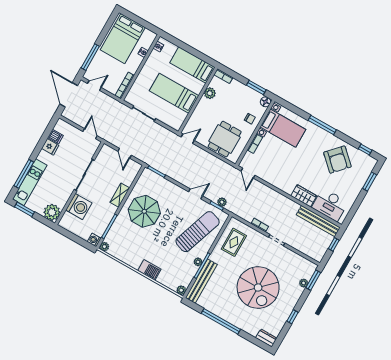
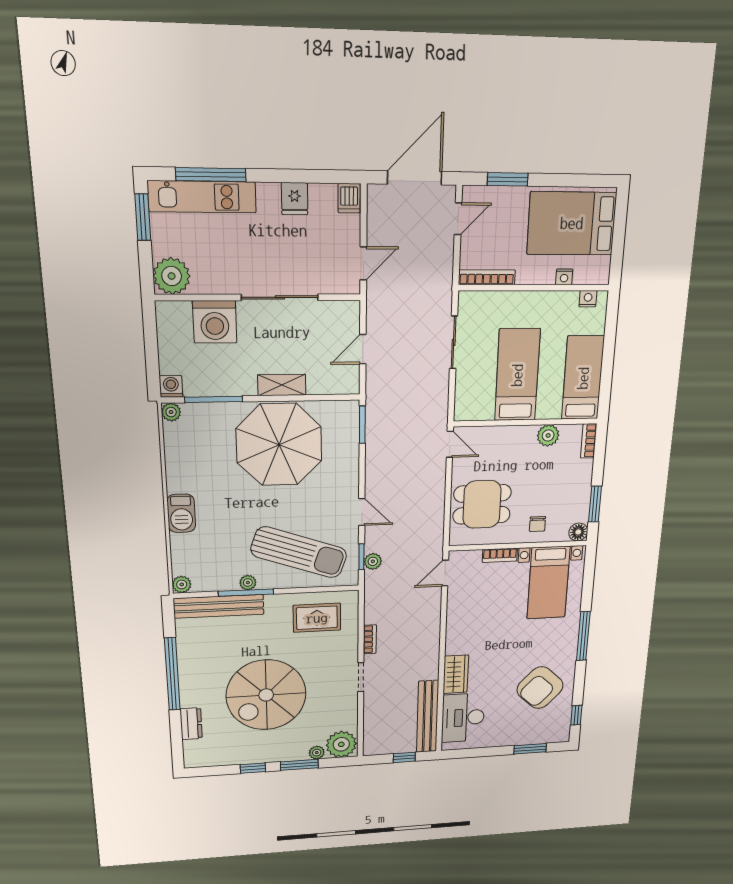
window: (90, 57) -> (508, 179), width x0.69
door: (94, 85) -> (458, 219), hinge flipped
dishwasher: (55, 137) -> (349, 198), moved
parasol: (144, 211) -> (279, 445), width x1.36, depth x1.36
plant: (307, 269) -> (341, 744), added
window: (313, 280) -> (299, 765), moved
dresser: (266, 338) -> (191, 724), moved

